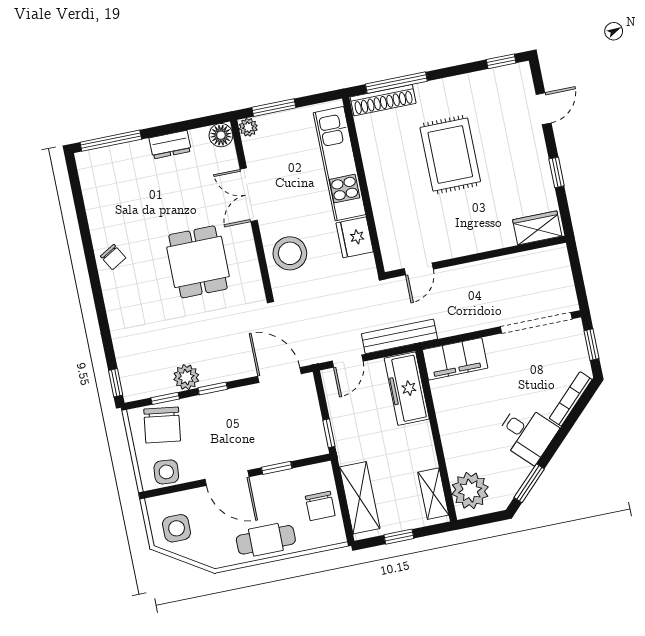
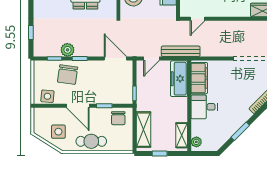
filing cabinet: (455, 359) -> (199, 78), moved, turned -90
window: (116, 383) -> (31, 32), moved
chair: (162, 425) -> (68, 75), moved
desk: (527, 433) -> (204, 107), moved, turned 135
window: (529, 483) -> (240, 131), moved
plant: (470, 491) -> (196, 142), width x0.53, depth x0.53
chair: (320, 506) -> (118, 118), moved
side table: (177, 528) -> (58, 132), moved

